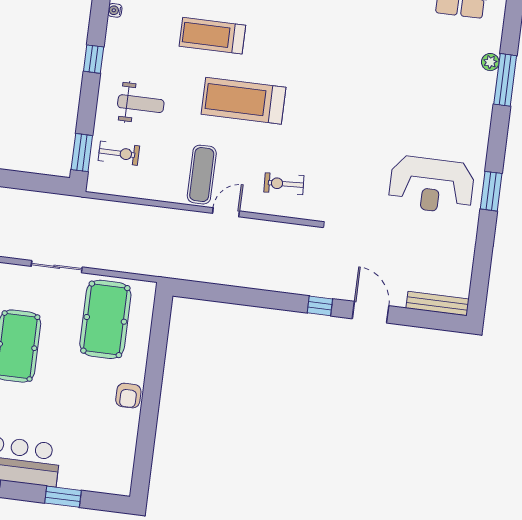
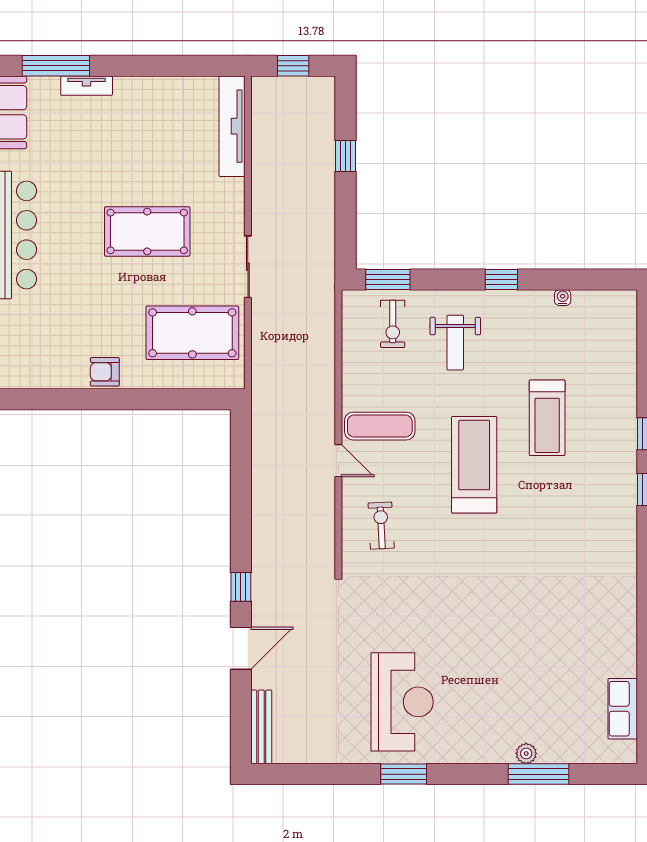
treadmill: (212, 36) -> (547, 418), turned 180
plant: (490, 62) -> (526, 753), moved
reception desk: (432, 185) -> (402, 702), turned 180

